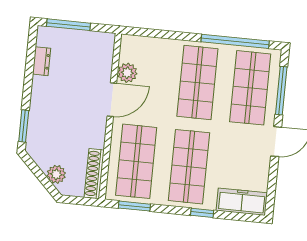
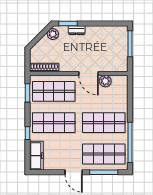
dresser: (42, 61) -> (77, 30), moved
plant: (56, 174) -> (53, 34), moved

